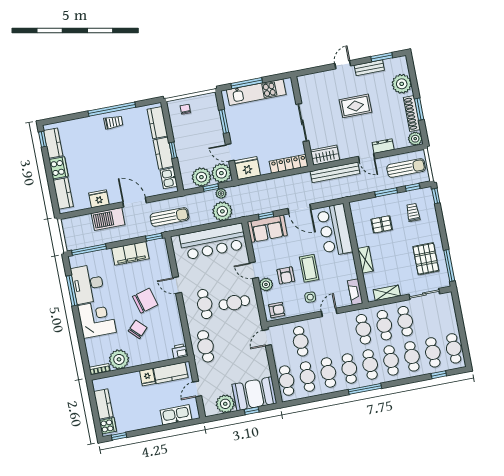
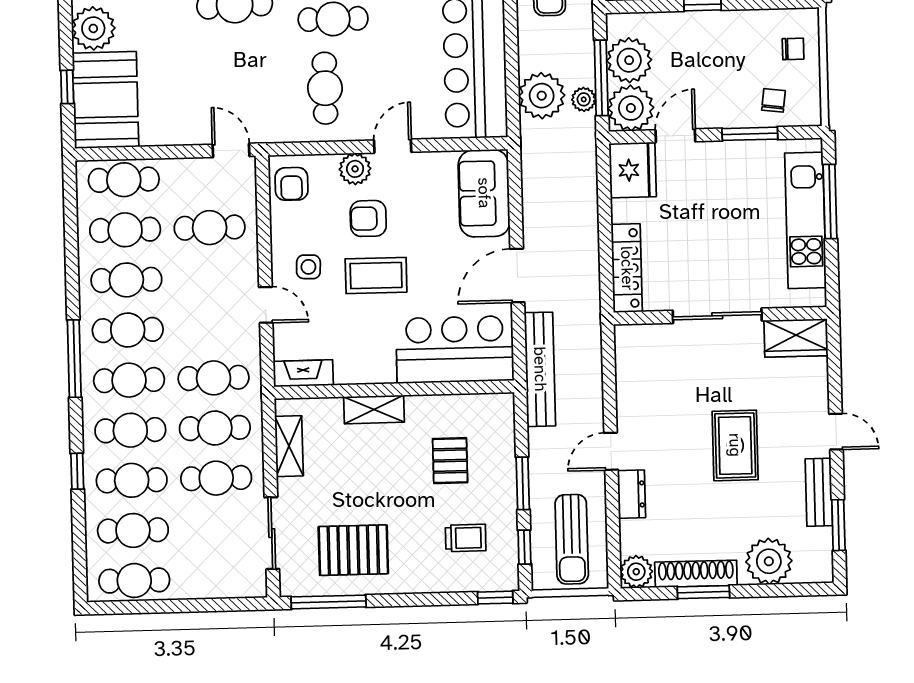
chair: (208, 114) -> (773, 100), added
wardrobe: (325, 155) -> (796, 338), moved, turned 90
bench: (335, 172) -> (540, 369), moved
window: (211, 188) -> (601, 78), width x2.17
window: (266, 215) -> (515, 196), removed
window: (439, 375) -> (77, 471), moved

